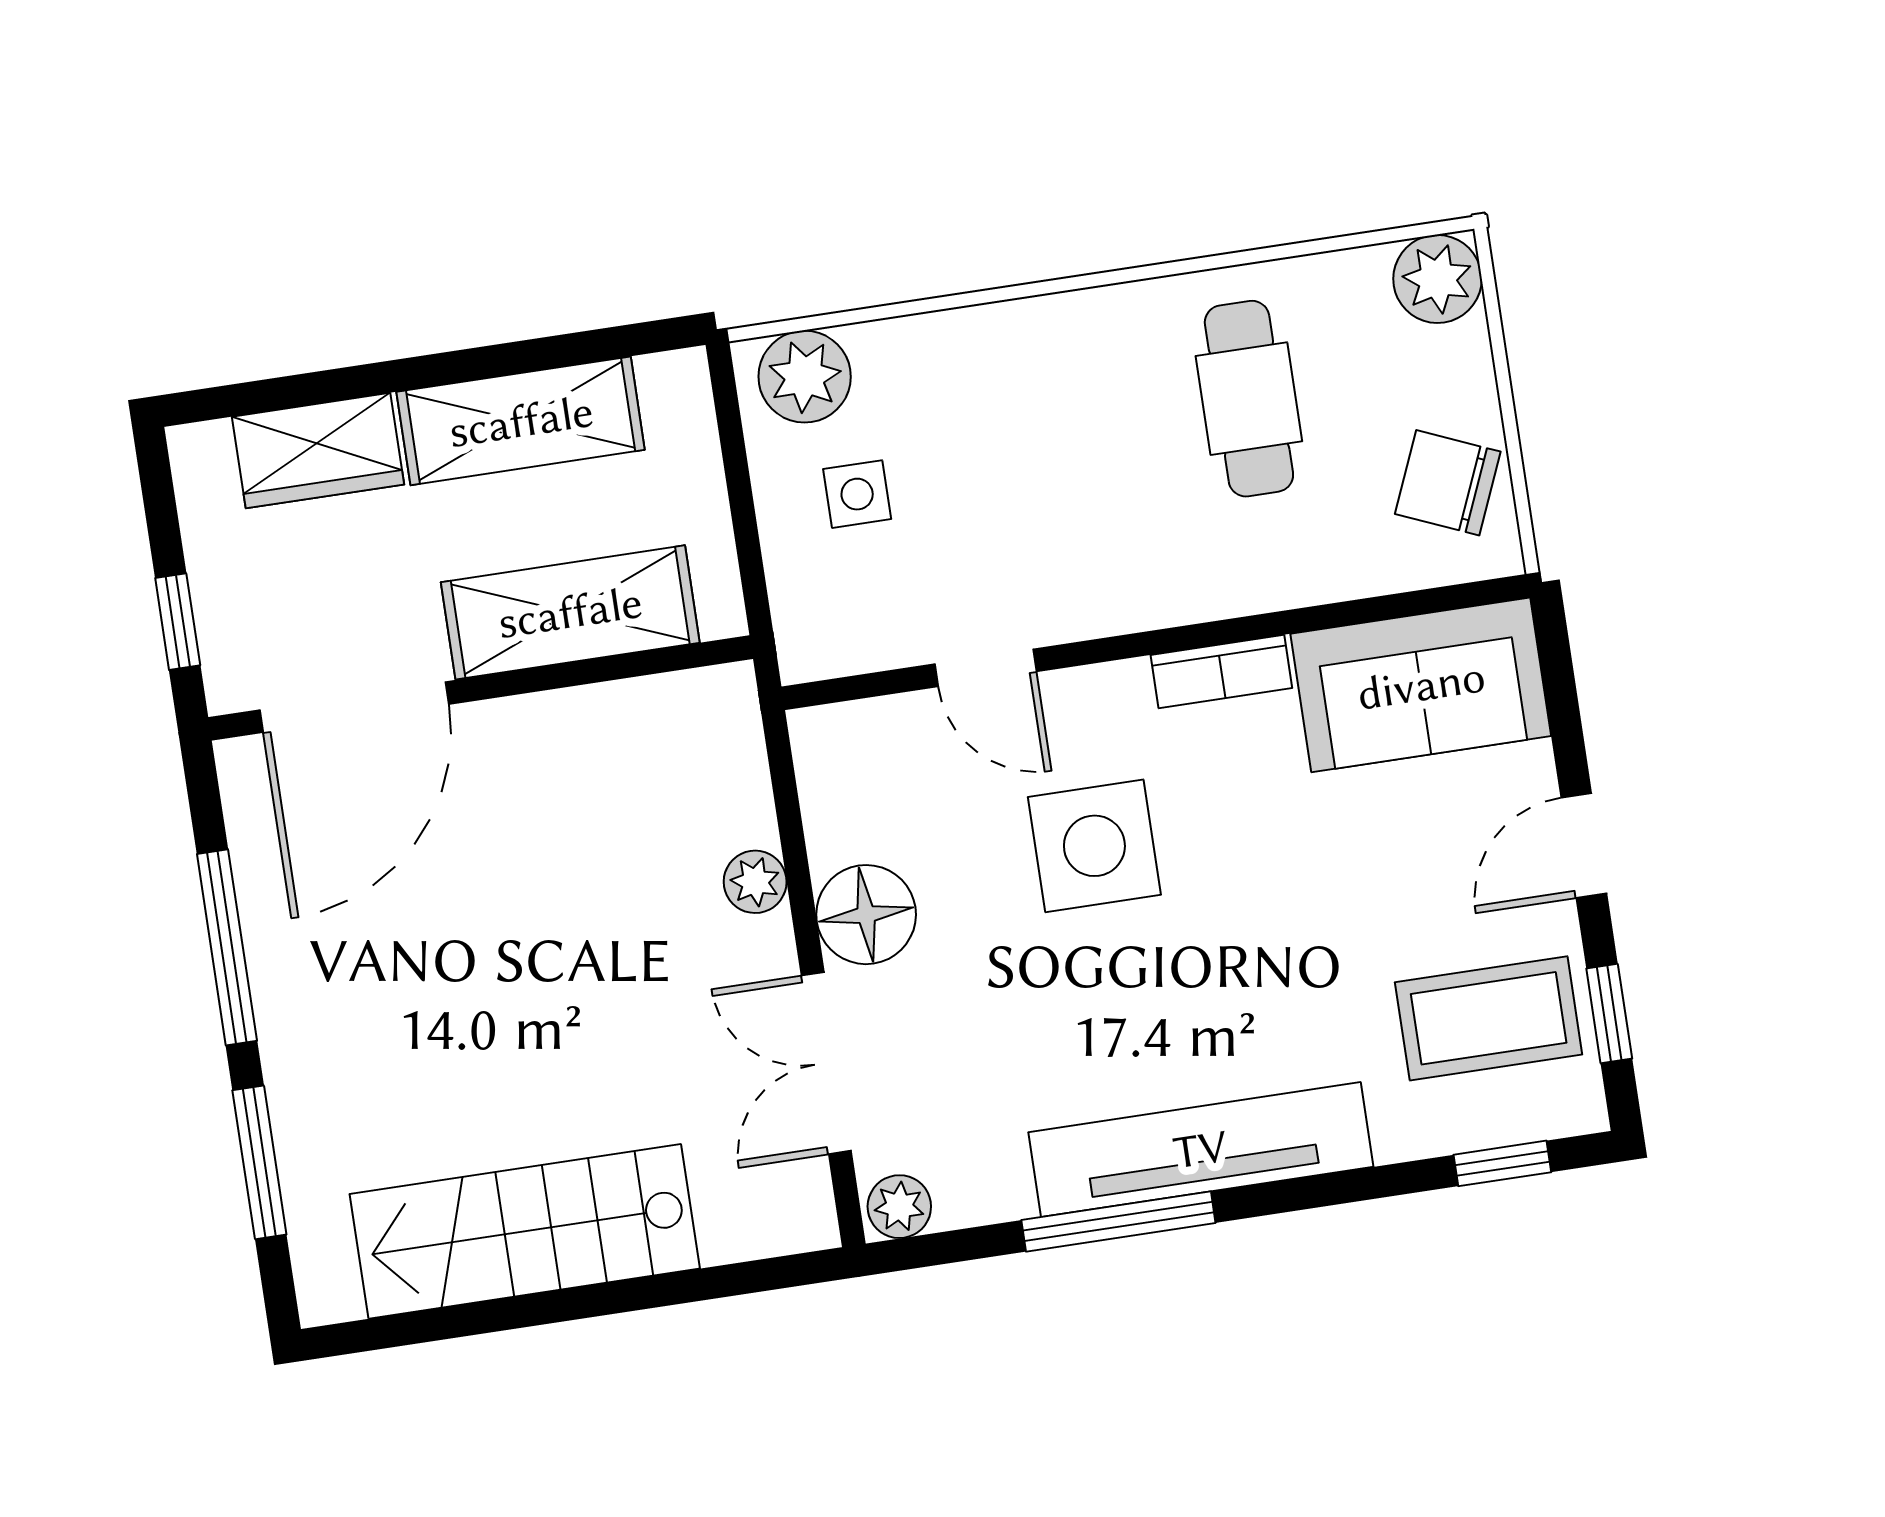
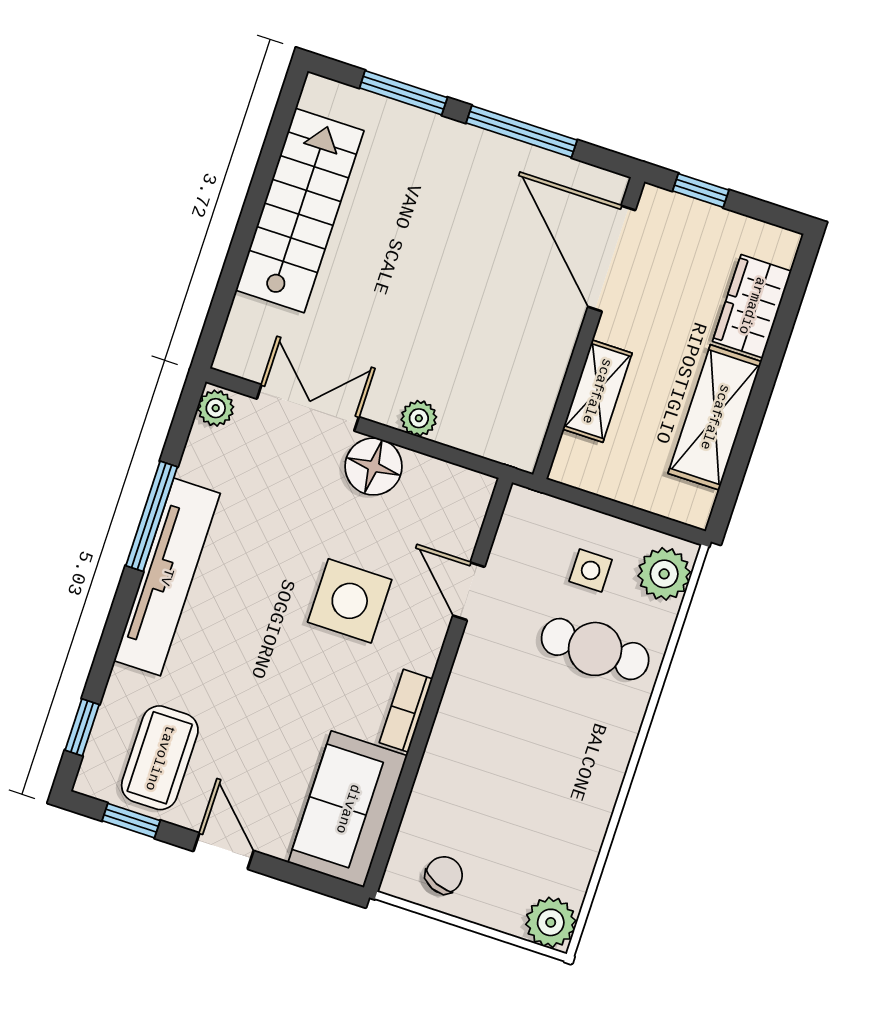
cafe table: (1249, 399) -> (595, 649), moved
chair: (1448, 483) -> (444, 875), width x0.73, depth x0.73
shelving: (570, 612) -> (597, 391), width x0.67, depth x0.75
door: (986, 668) -> (469, 591), hinge flipped

